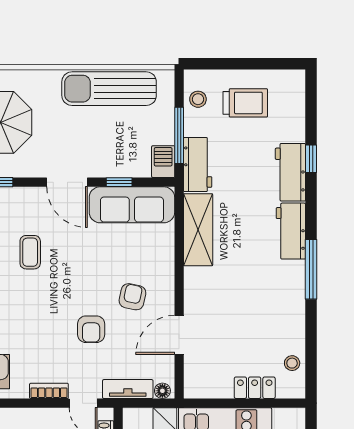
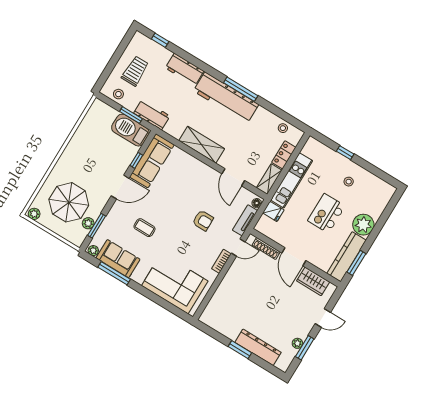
sun lounger: (109, 89) -> (85, 136), removed
window: (179, 135) -> (131, 115), width x0.69
window: (311, 159) -> (160, 40), moved
barbecue: (163, 162) -> (130, 130), width x1.88, depth x1.53
shelving: (198, 230) -> (202, 145), moved
workbench: (291, 231) -> (226, 98), width x1.88, depth x1.32
armchair: (132, 297) -> (199, 189), removed
shelving: (207, 388) -> (269, 179), added

